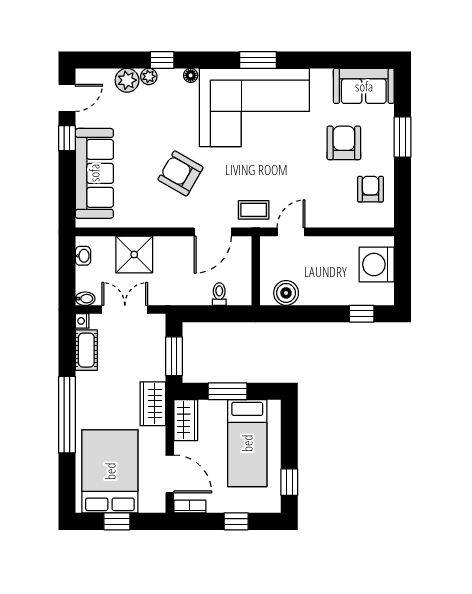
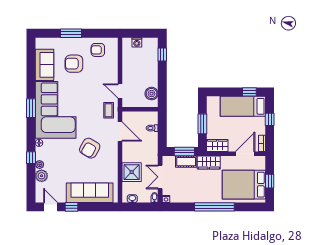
sofa: (364, 86) -> (44, 65), moved
washing machine: (377, 264) -> (137, 42), width x0.53, depth x0.53
cot: (86, 350) -> (186, 162), moved
bed: (247, 443) -> (243, 106), moved, turned 180

